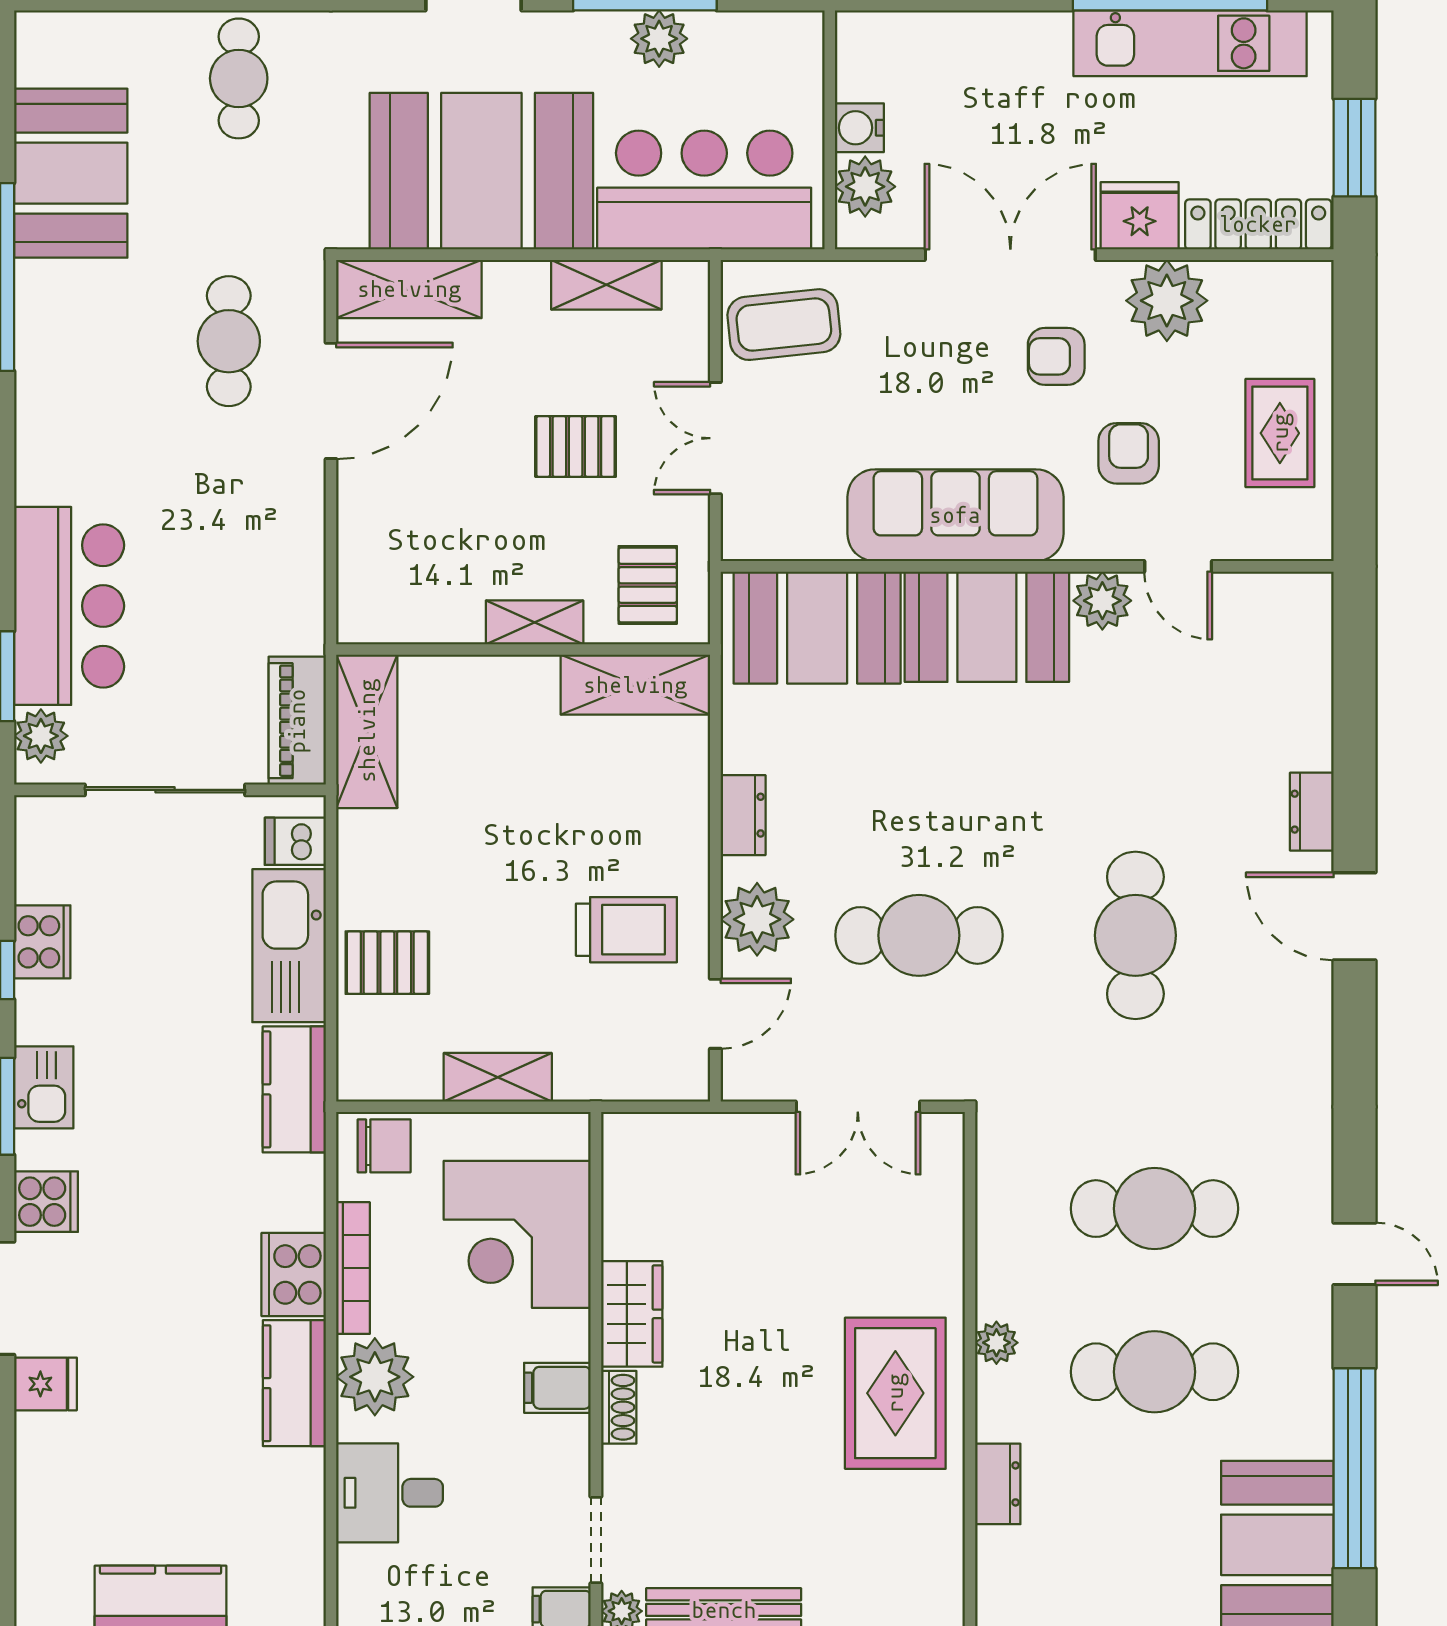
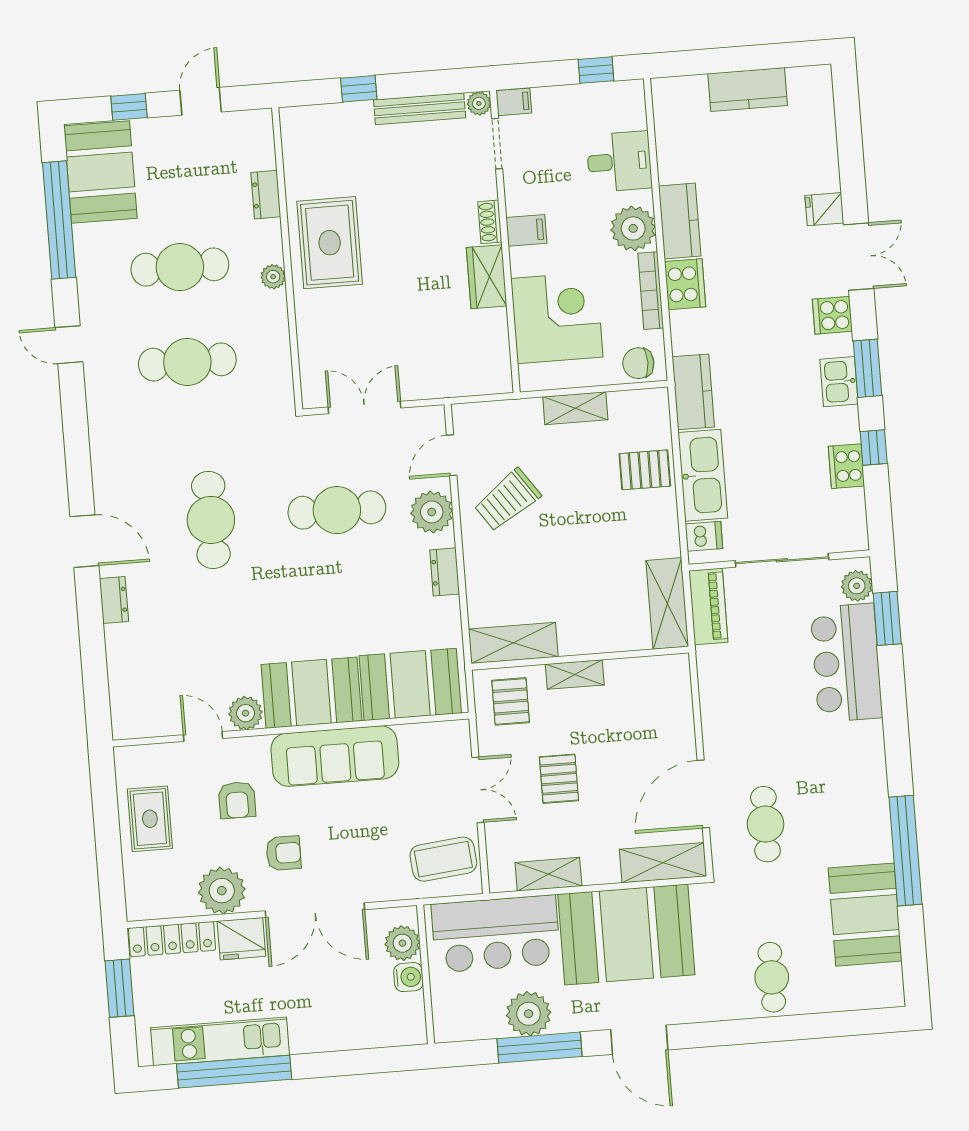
plant: (659, 39) -> (529, 1014), width x1.36, depth x1.36
pallet: (576, 447) -> (559, 779), turned 90
trolley: (626, 930) -> (507, 500), turned -35

